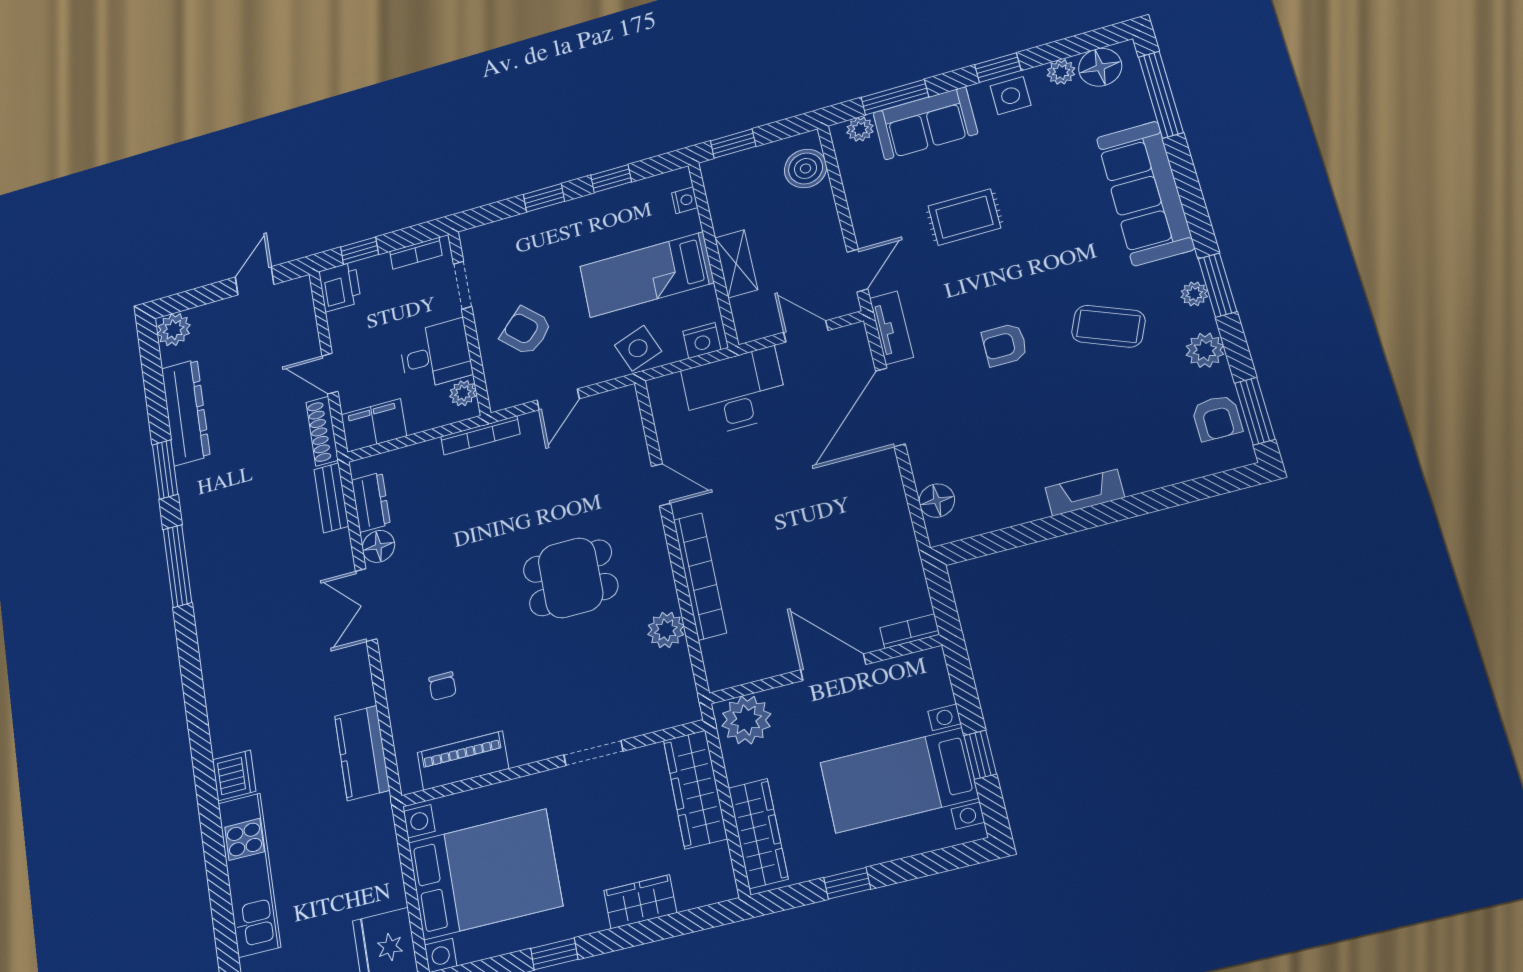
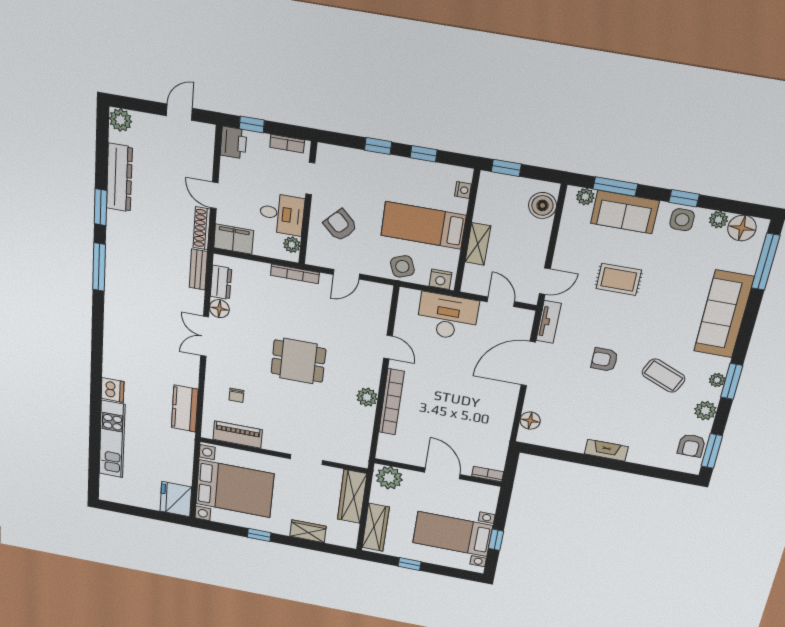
dining table: (571, 578) -> (298, 361), moved
plant: (666, 630) -> (367, 397), moved

